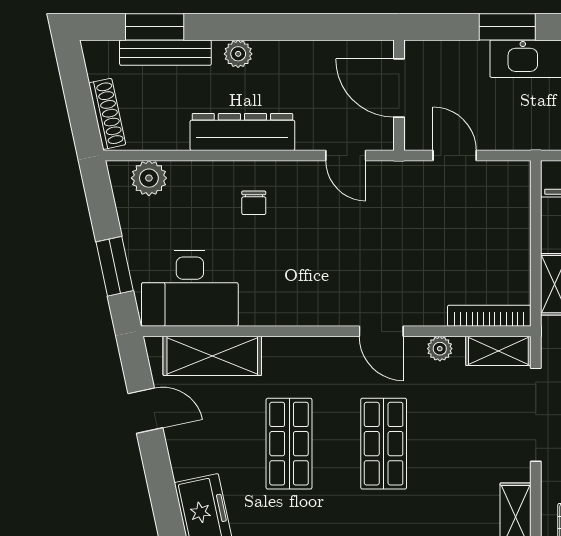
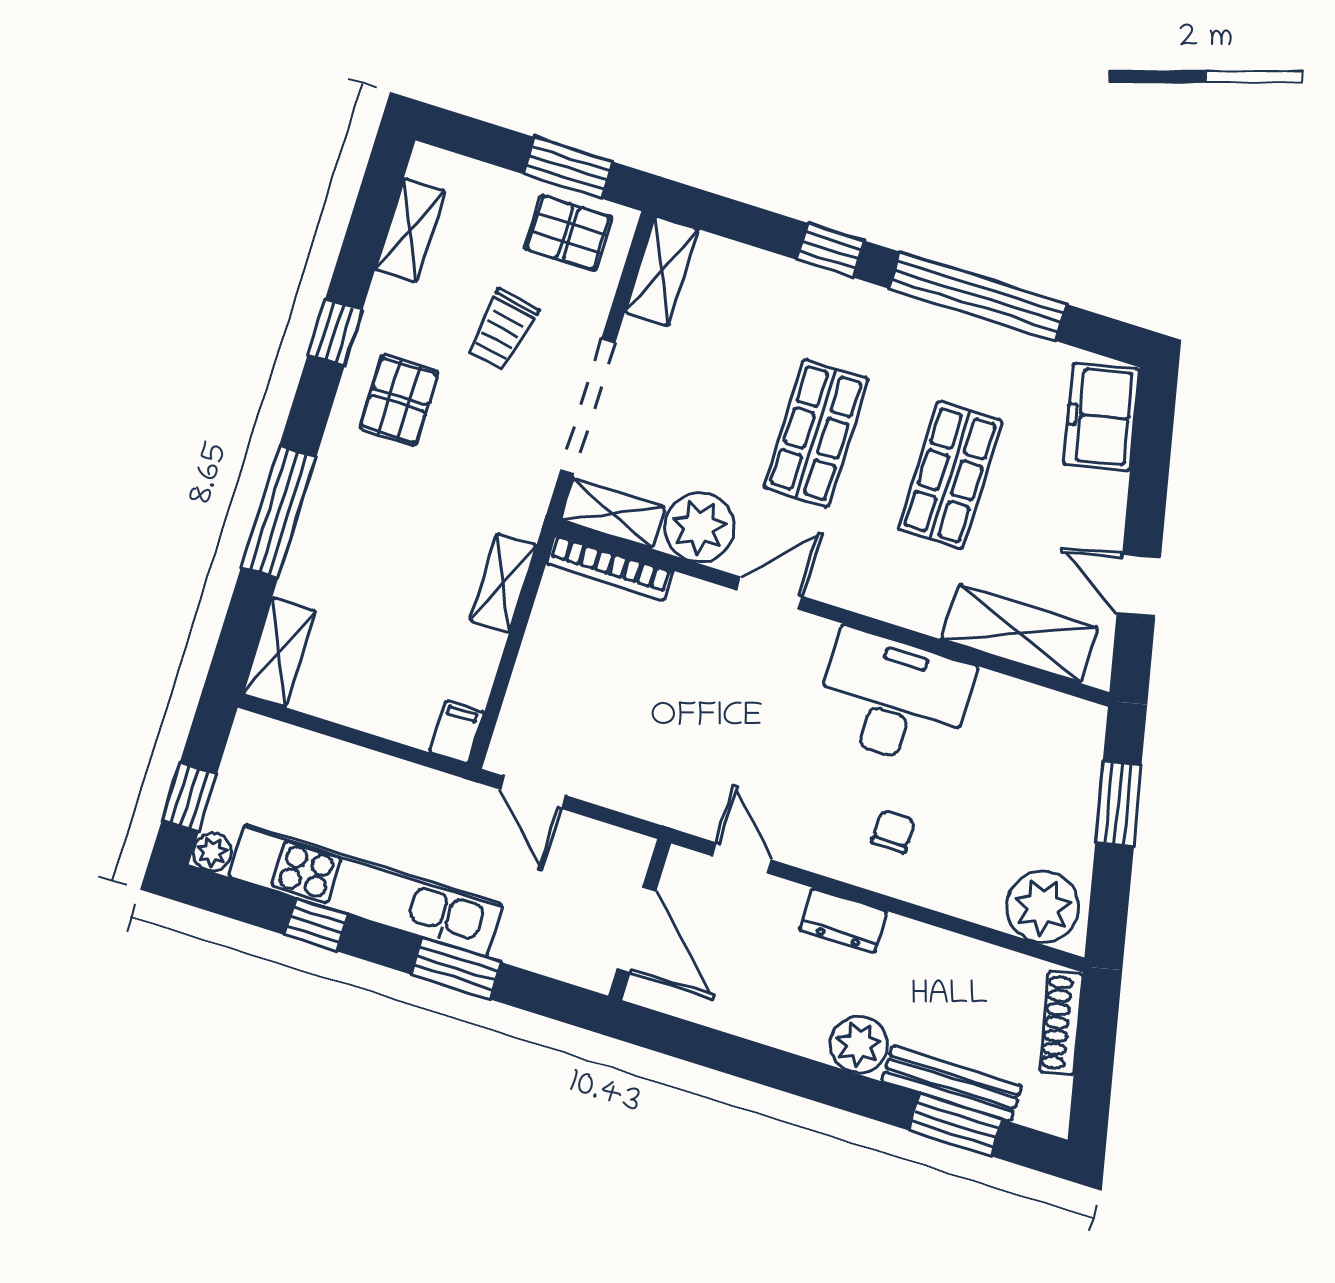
plant: (238, 54) -> (859, 1045), width x1.38, depth x1.38
dresser: (242, 132) -> (843, 921), width x0.51, depth x0.80
door: (455, 155) -> (533, 792), moved
plant: (149, 178) -> (1043, 907), width x1.36, depth x1.36
desk: (190, 289) -> (894, 699), moved
door: (381, 331) -> (770, 593), hinge flipped
plant: (440, 349) -> (699, 527), width x1.87, depth x1.87

